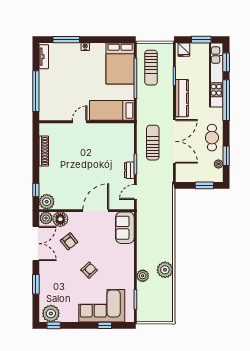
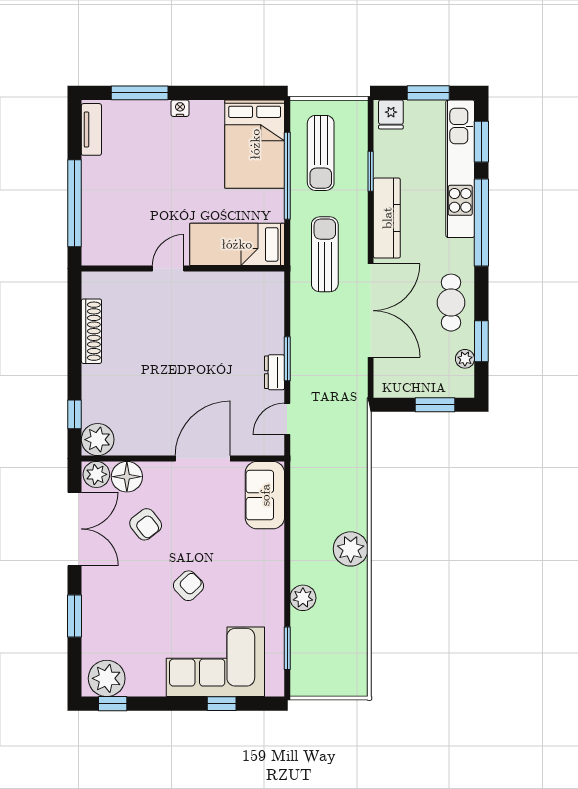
sun lounger: (153, 143) -> (325, 254), moved
plant: (165, 270) -> (351, 549), moved

